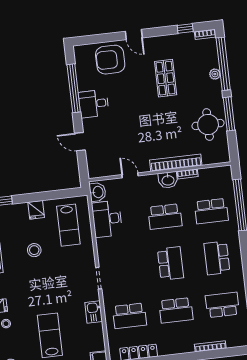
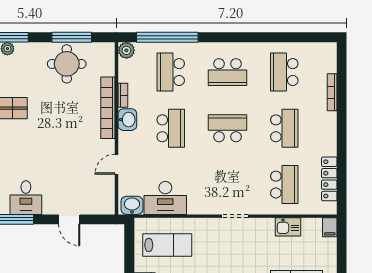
window: (229, 114) -> (72, 37), moved
door: (80, 142) -> (69, 219), hinge flipped
plant: (225, 172) -> (126, 50), added
school desk: (211, 211) -> (171, 72), turned 180
kitchen sink: (94, 312) -> (288, 227), moved

